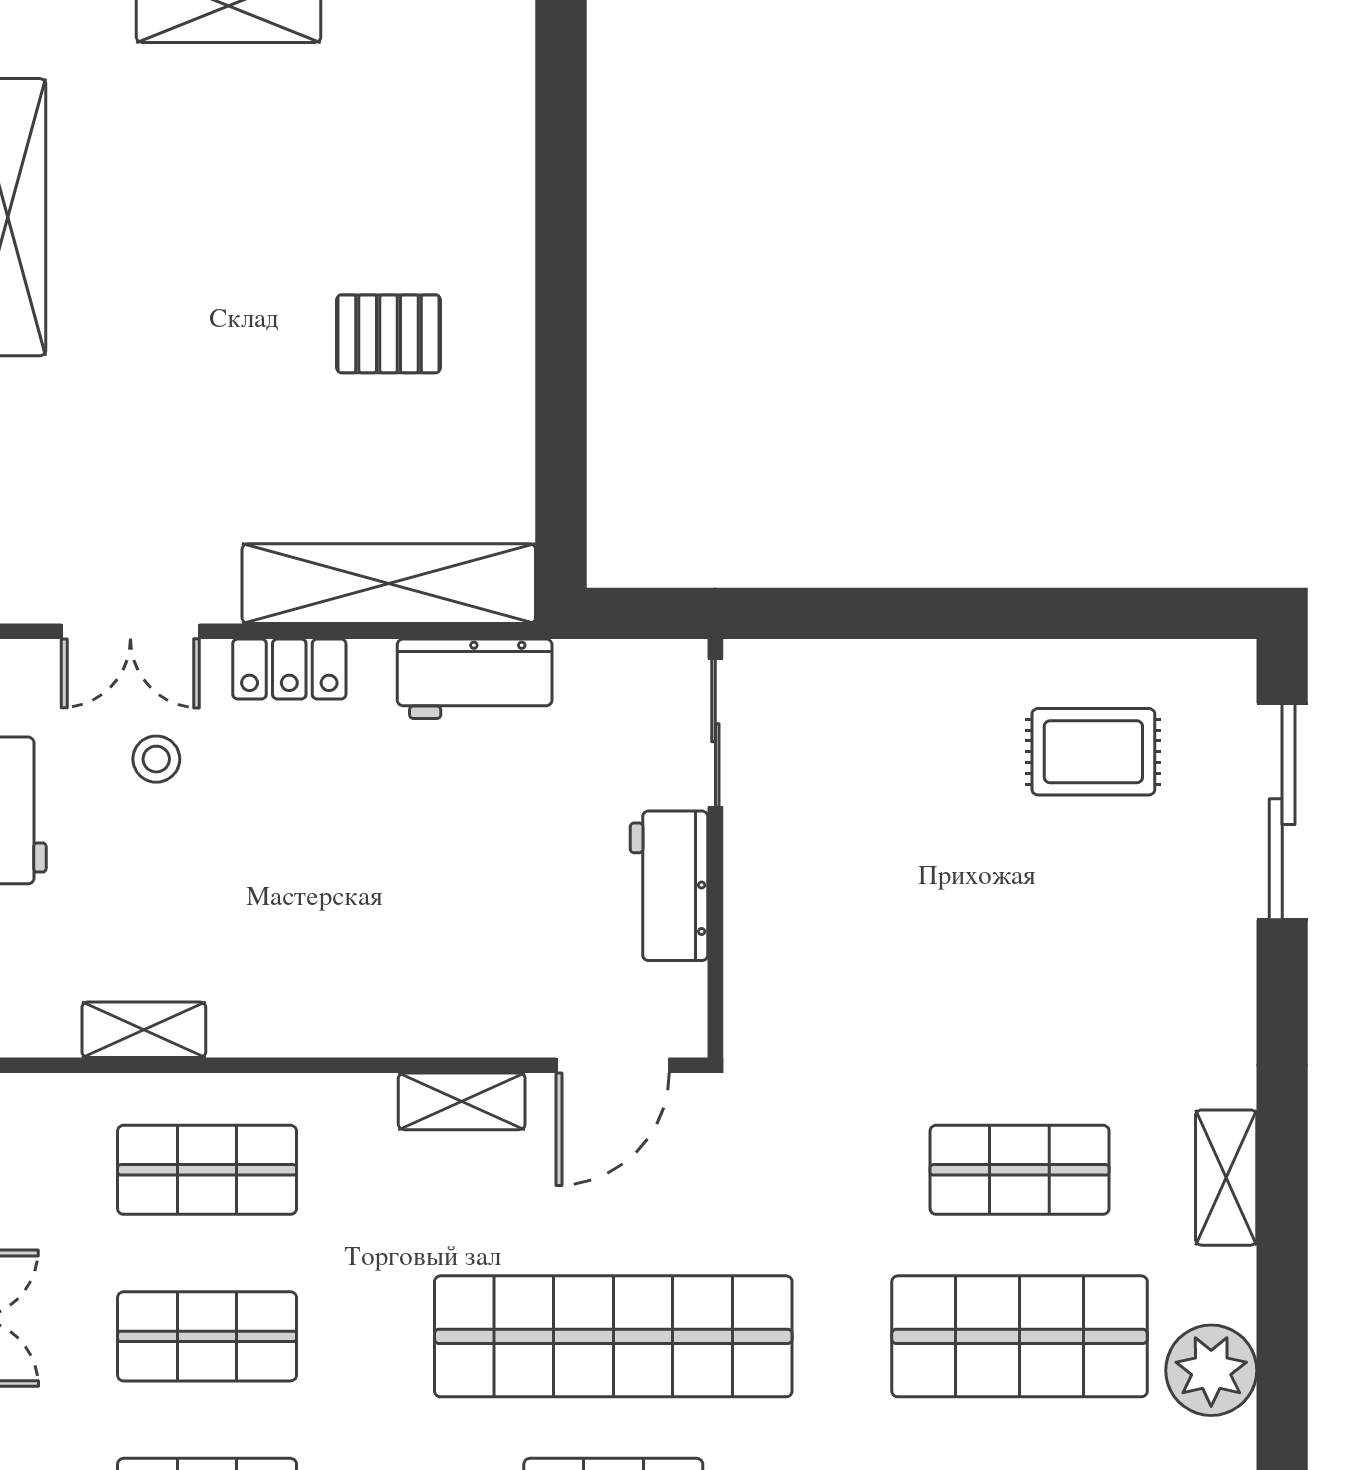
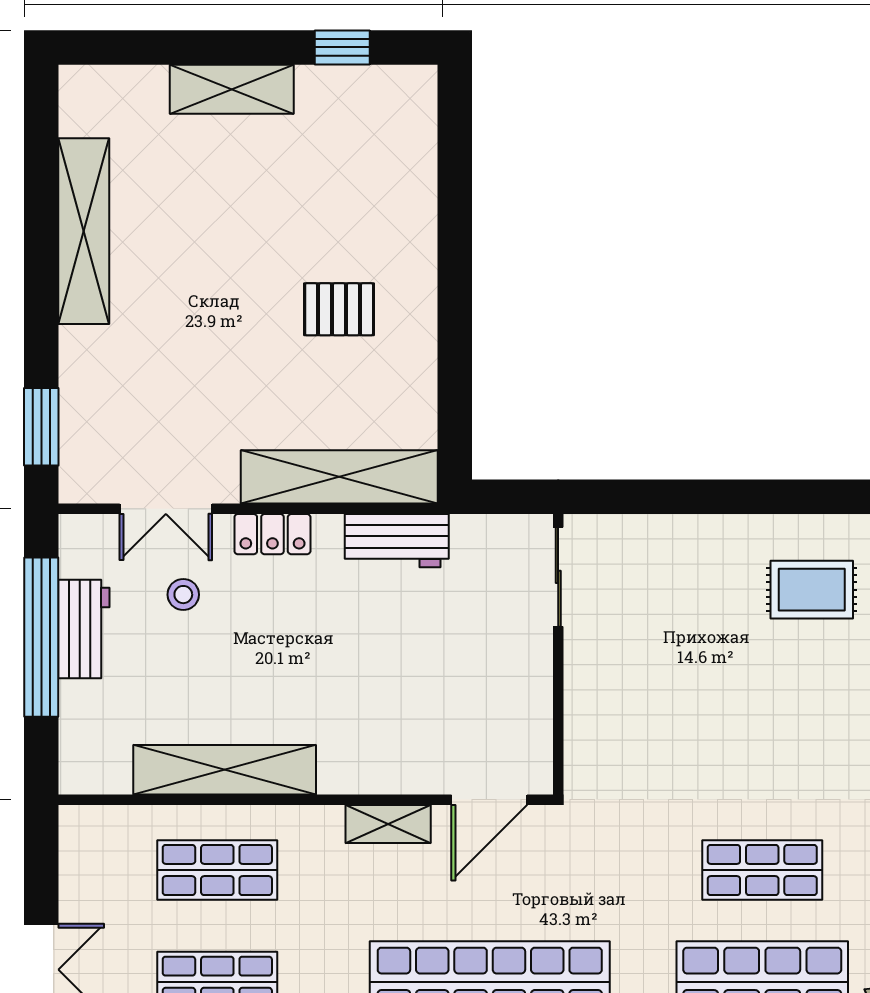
workbench: (669, 886) -> (527, 680), removed
shelving: (144, 1030) -> (225, 770), width x2.20, depth x1.33

